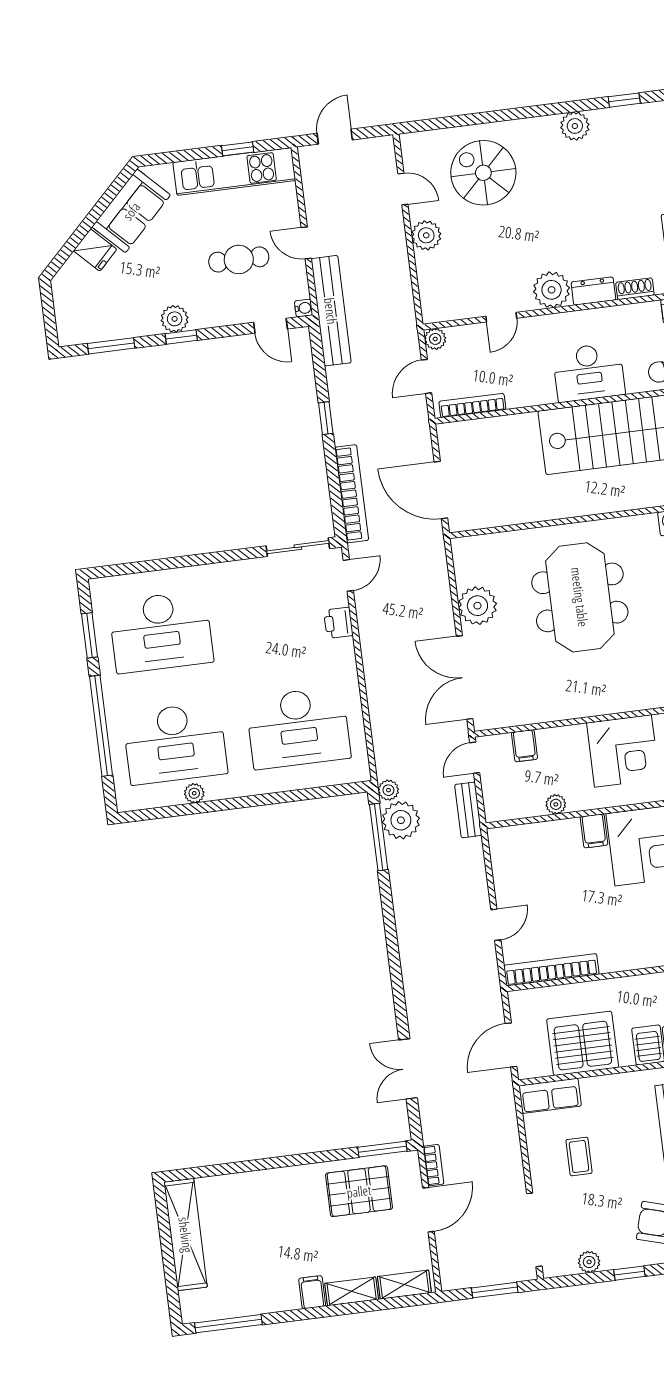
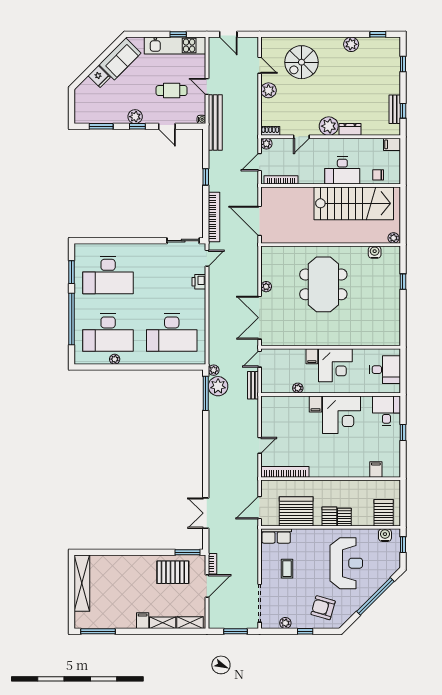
door: (335, 137) -> (228, 34), swing flipped
spiral stairs: (483, 173) -> (302, 62), turned -90
shoe rack: (635, 289) -> (270, 131), moved
door: (270, 326) -> (167, 126), moved
plant: (477, 606) -> (266, 287), width x0.53, depth x0.53
filing cabinet: (525, 746) -> (312, 356), moved

